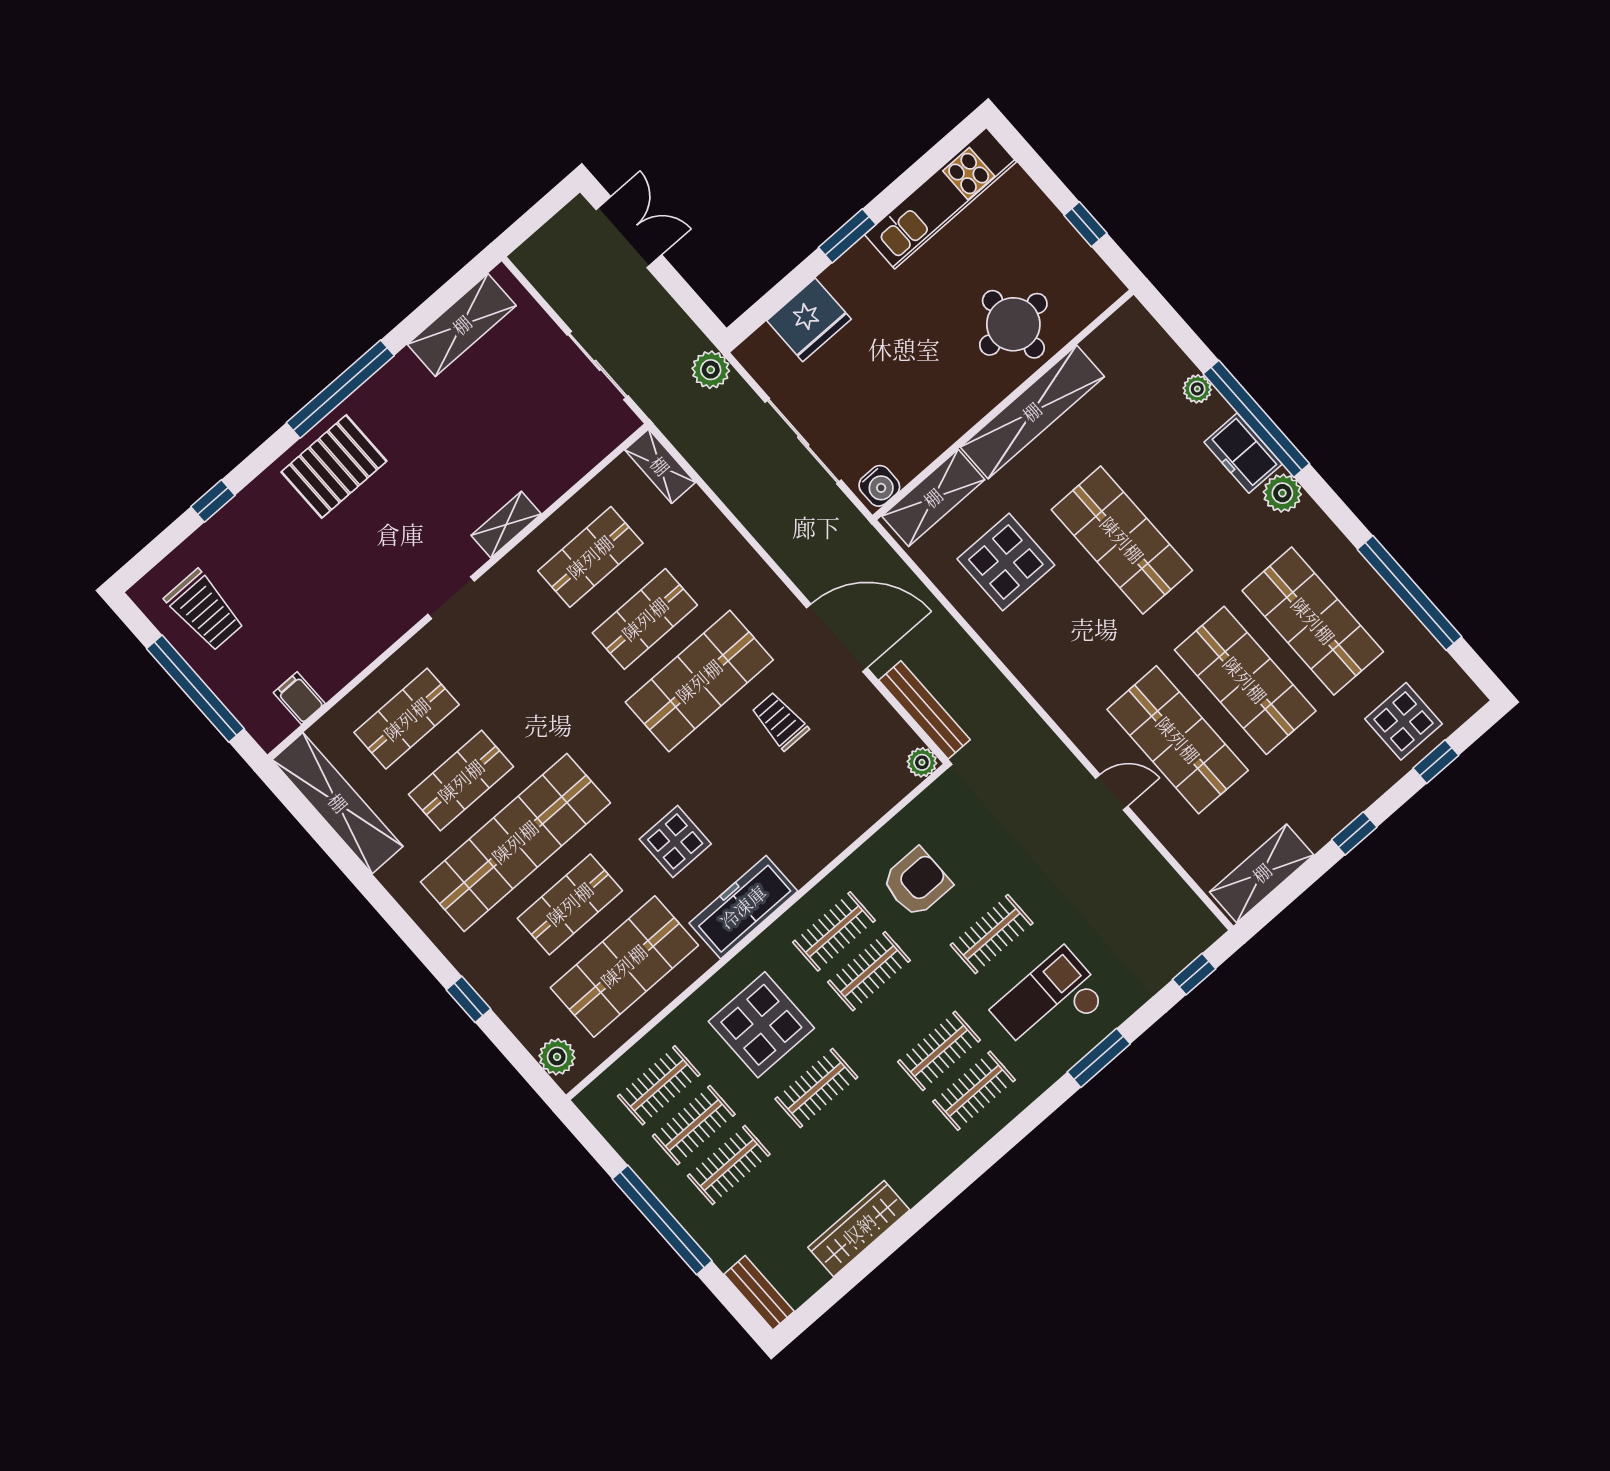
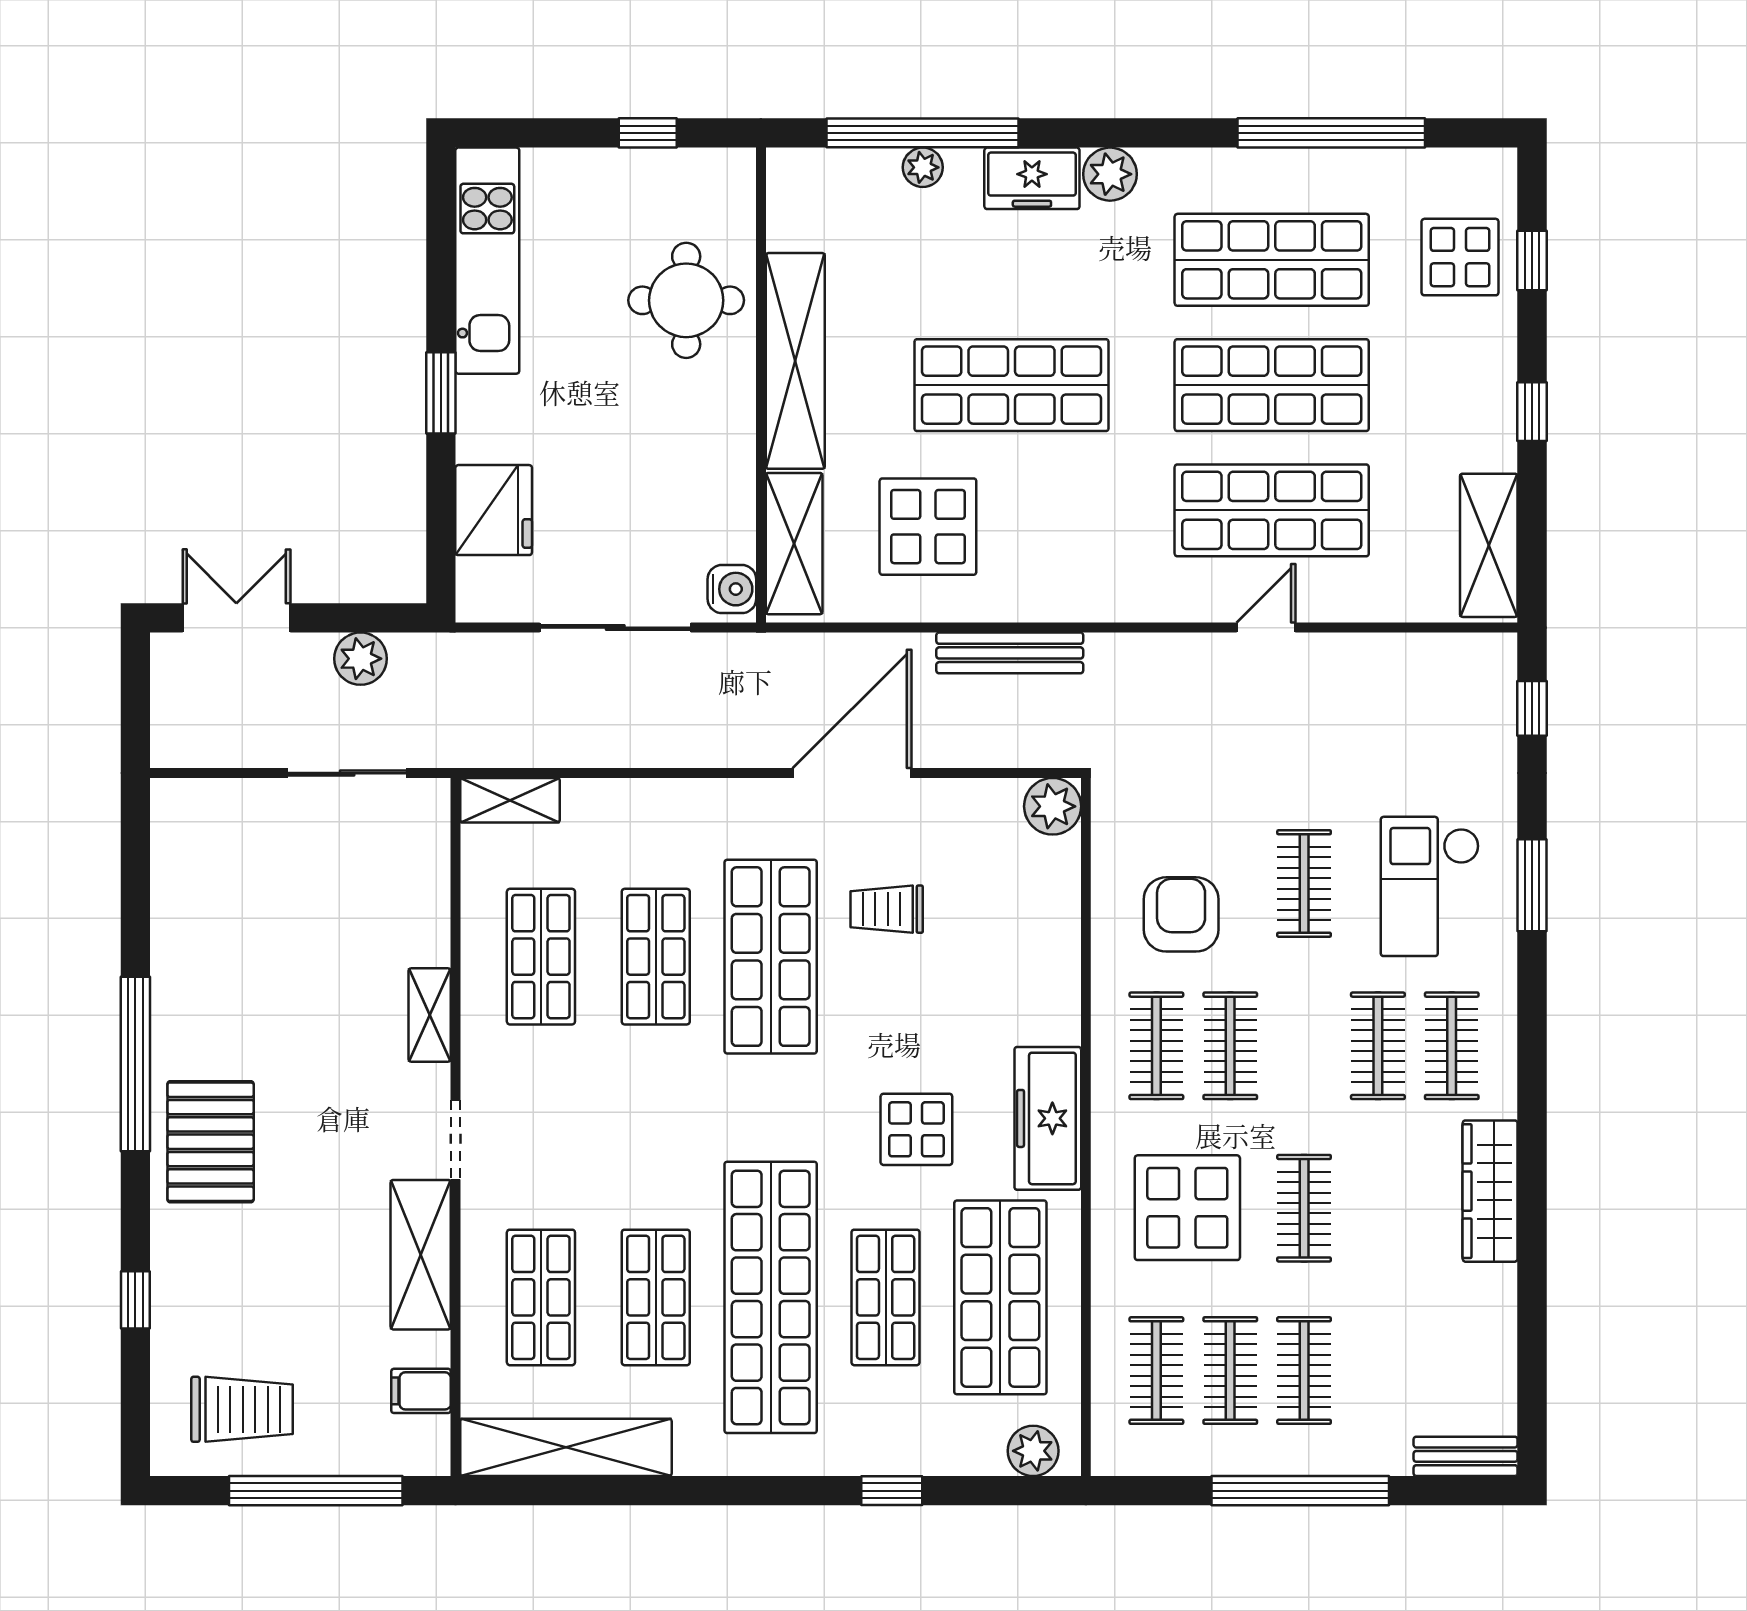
shelving: (462, 325) -> (421, 1255), moved
plant: (711, 370) -> (360, 659), moved
window: (1256, 419) -> (922, 133), moved
bench: (924, 710) -> (1010, 653), moved
plant: (922, 762) -> (1053, 806), width x1.38, depth x1.38
wardrobe: (859, 1229) -> (1490, 1191), moved

